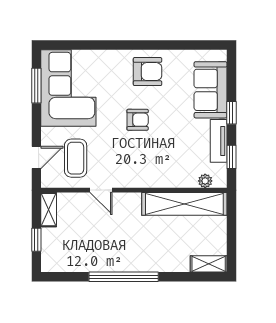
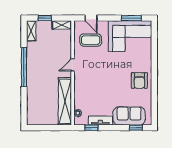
window: (231, 113) -> (136, 128), moved
armchair: (138, 120) -> (112, 75), removed
door: (101, 190) -> (73, 65), moved
shelving: (209, 264) -> (31, 31), moved

